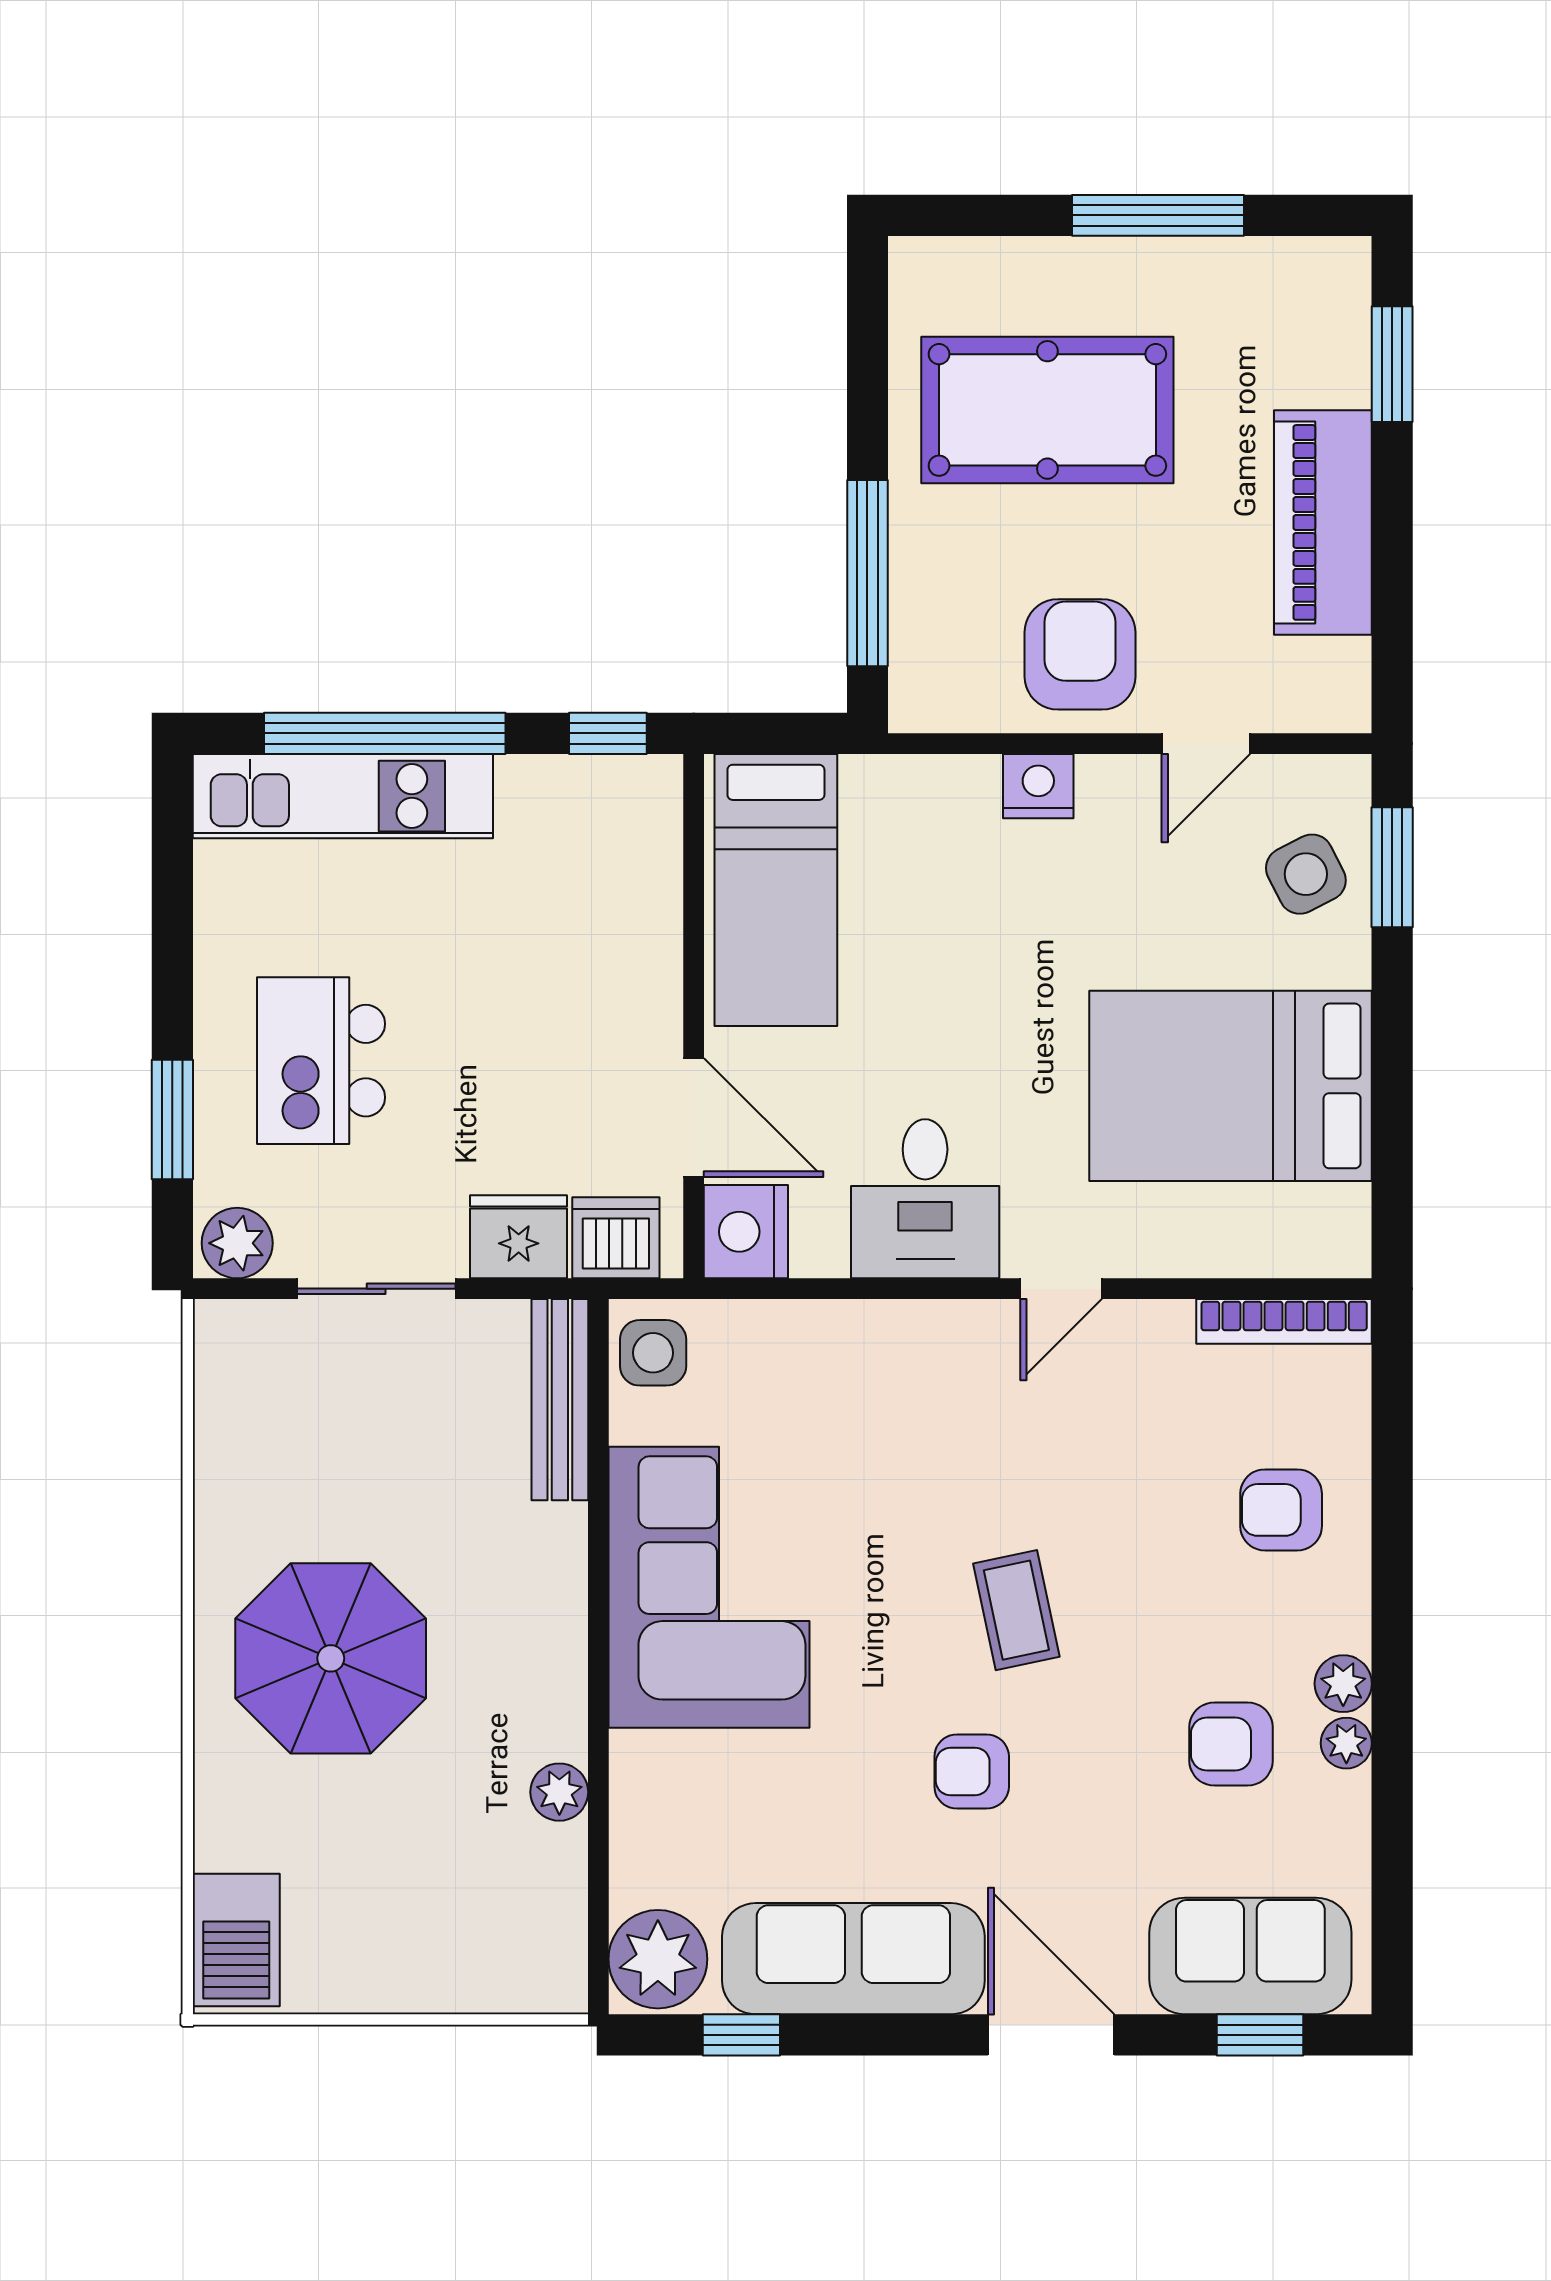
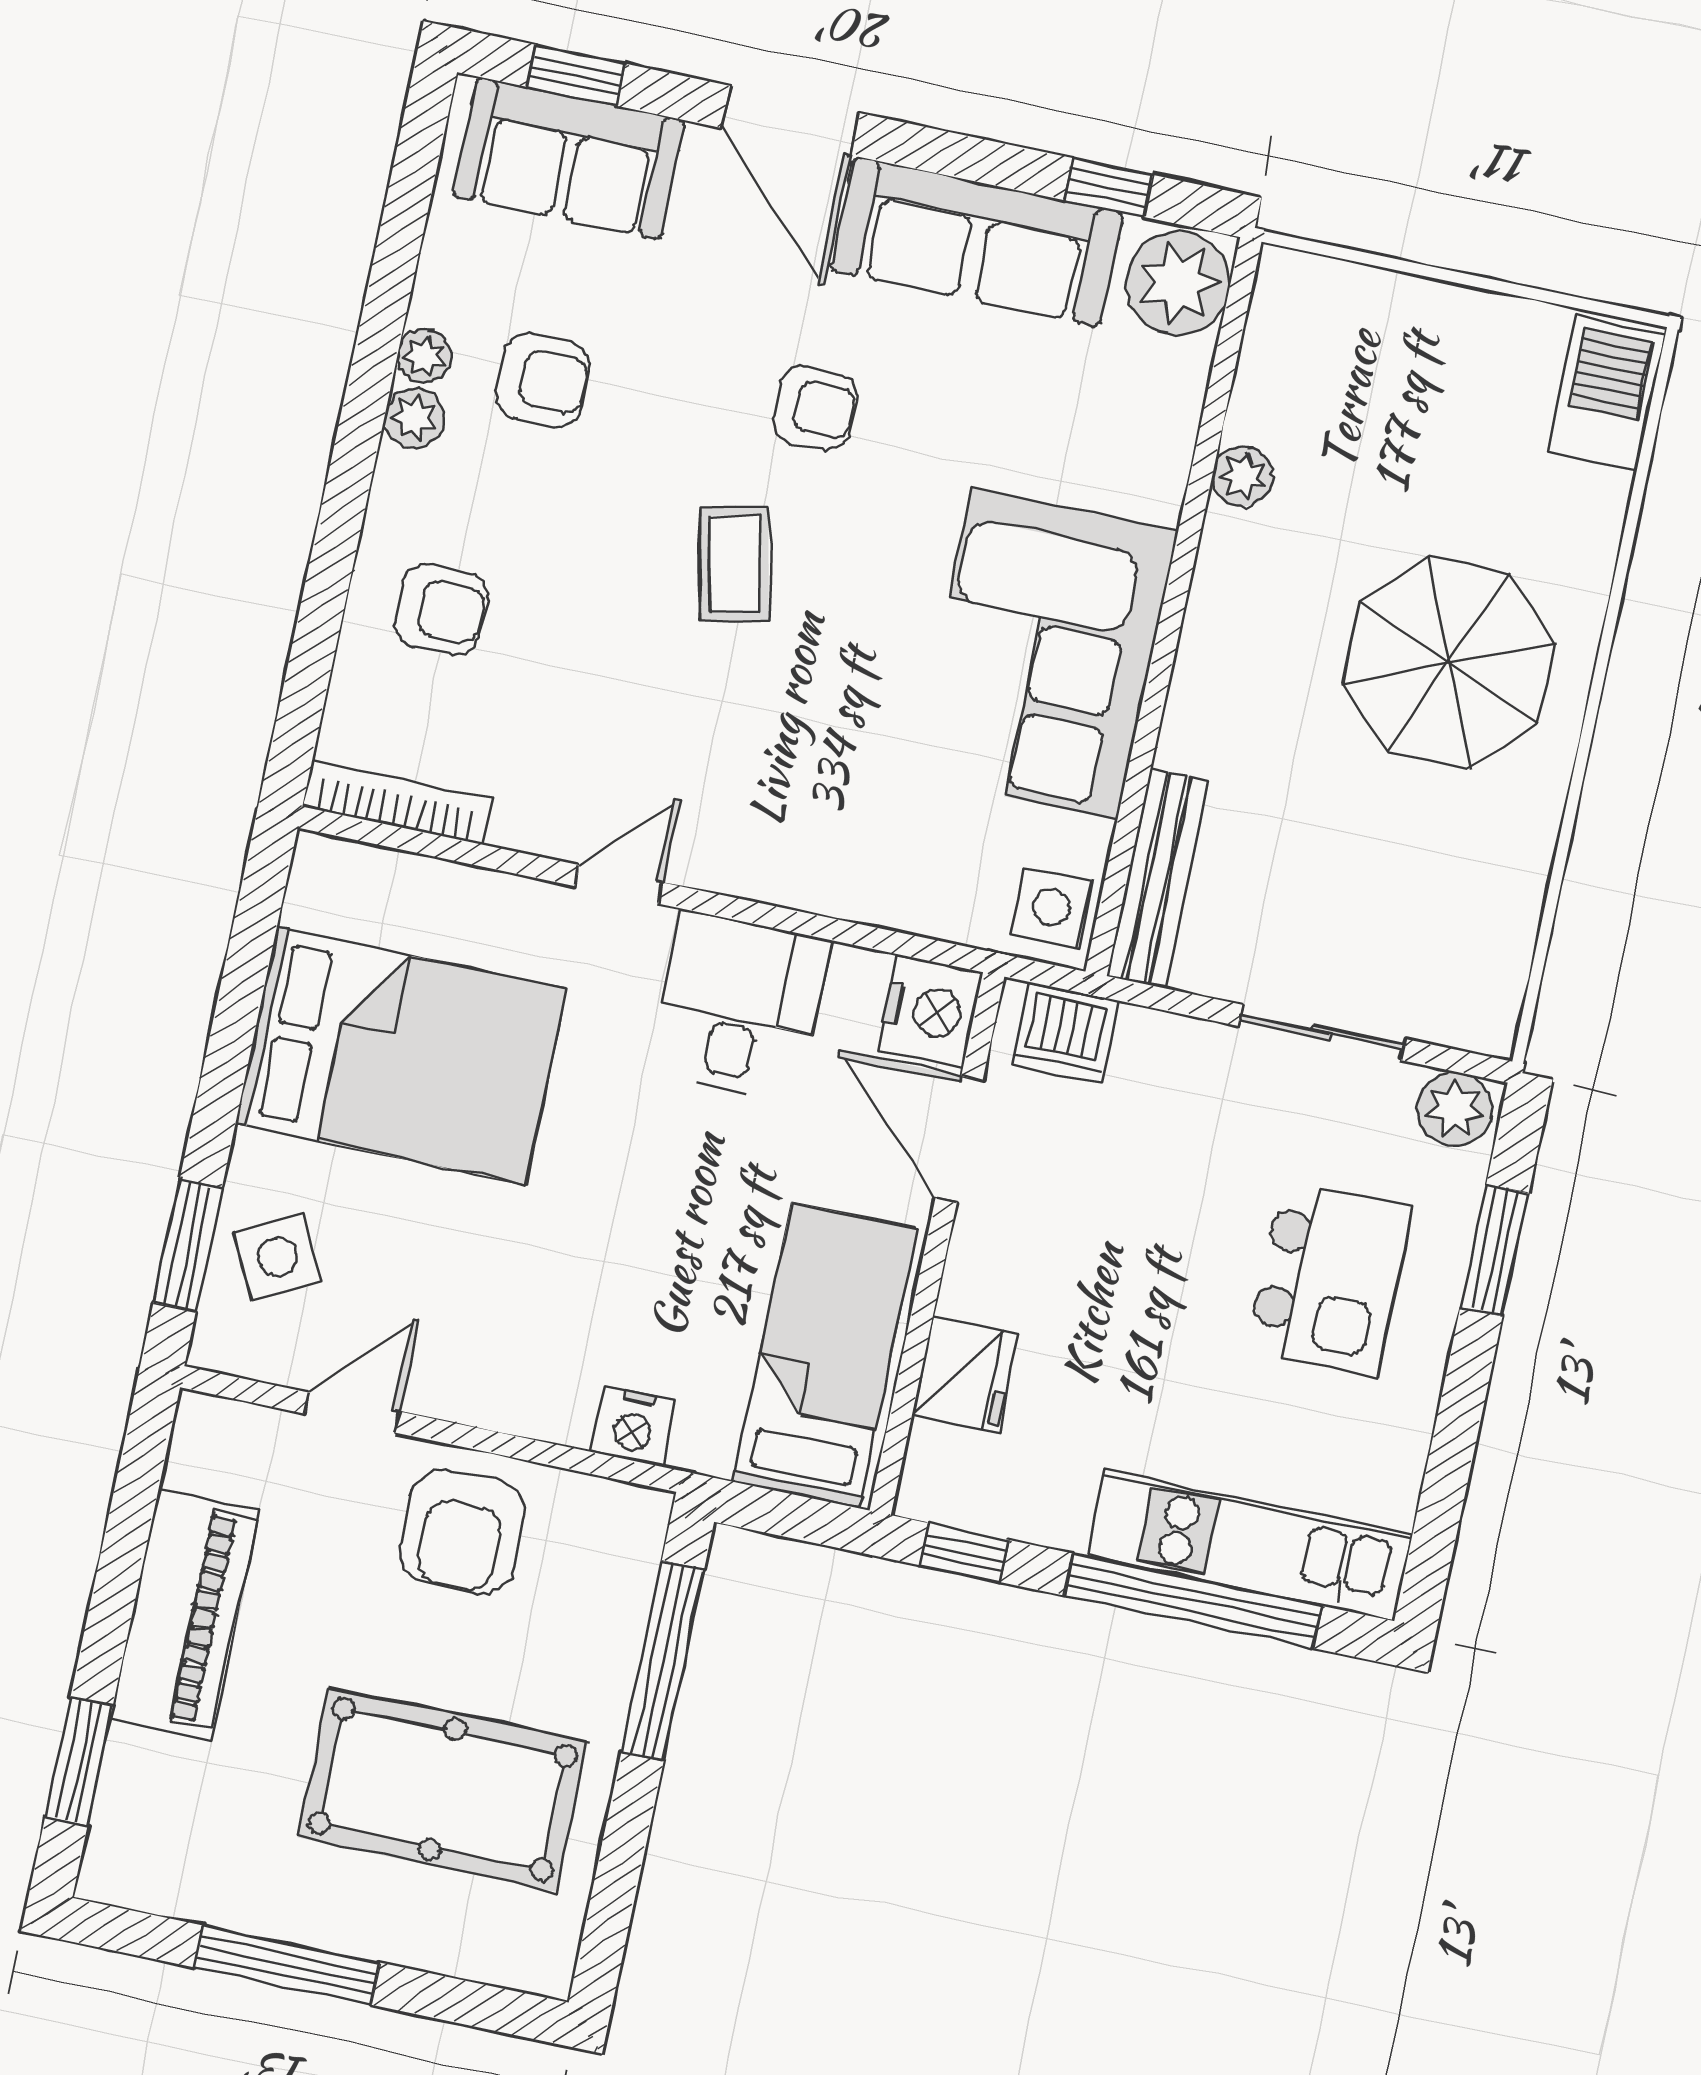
nightstand: (1038, 786) -> (634, 1426), moved
fridge: (519, 1237) -> (965, 1375), moved, turned -90

